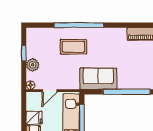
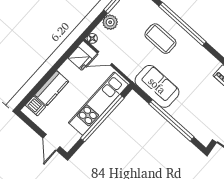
fridge: (34, 118) -> (80, 59), moved

